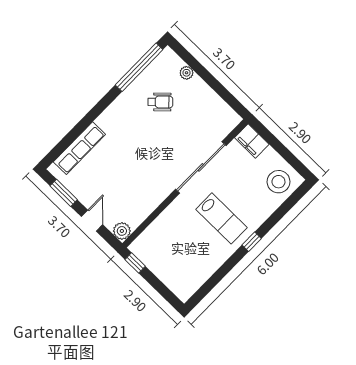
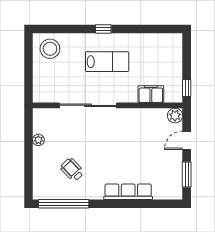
plant: (186, 73) -> (38, 140), moved
filing cabinet: (252, 141) -> (151, 94), moved, turned -90
row of seats: (79, 148) -> (128, 192), moved
lab bench: (222, 218) -> (107, 62), turned 90

